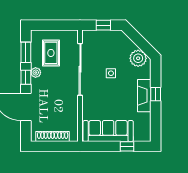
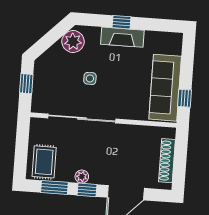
rug: (51, 53) -> (44, 162), moved, turned 90
window: (127, 146) -> (185, 98), moved

